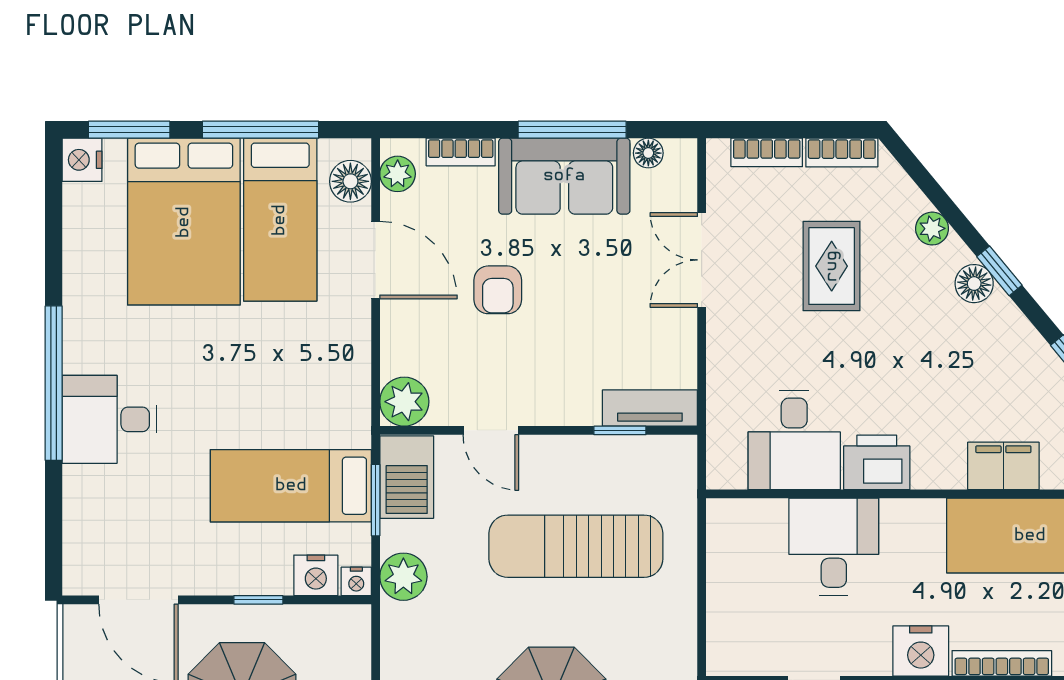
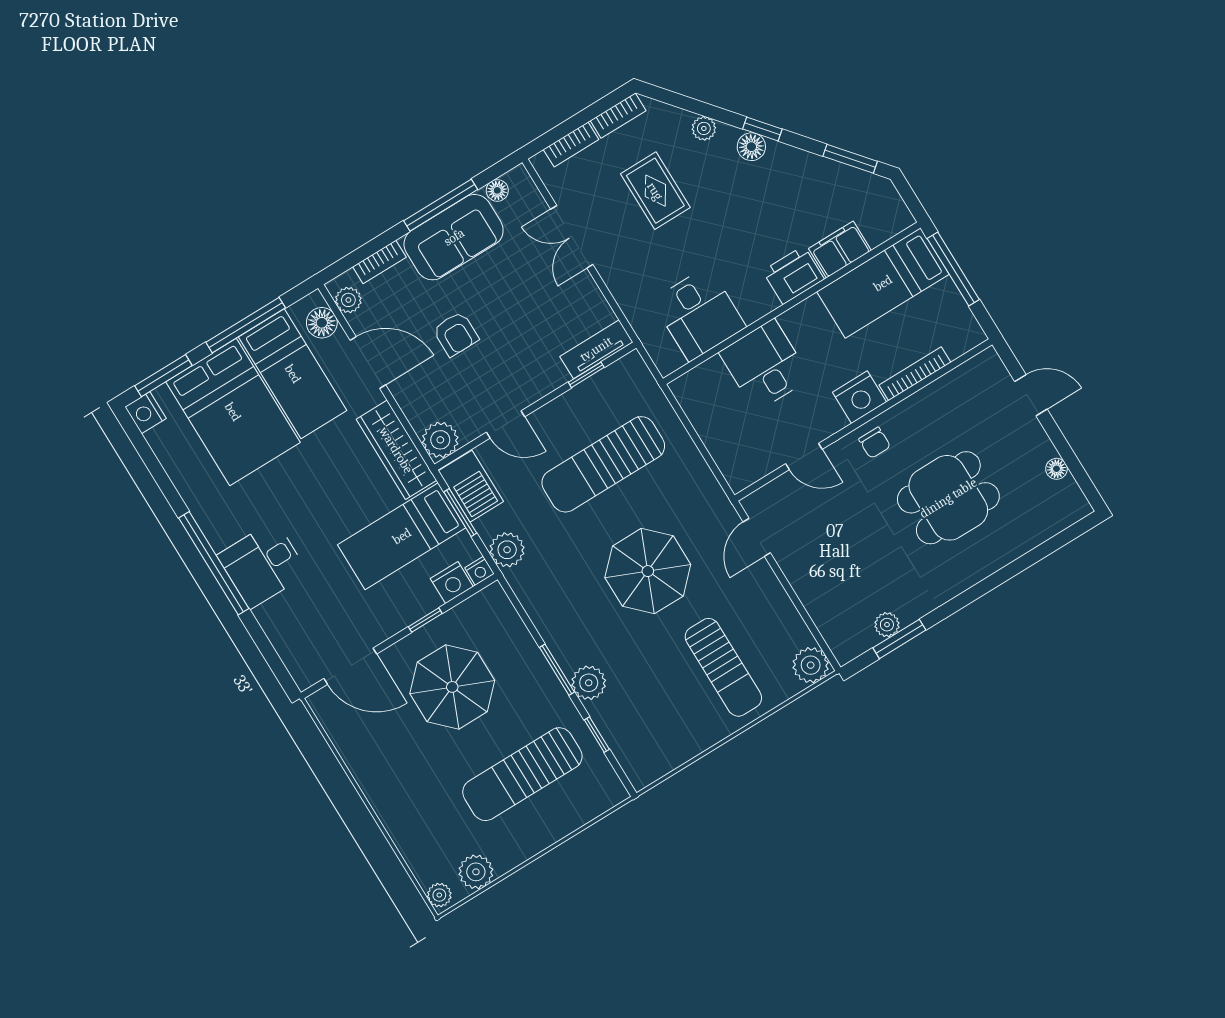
wardrobe: (346, 382) -> (396, 450), added
printer: (877, 462) -> (793, 275), moved

